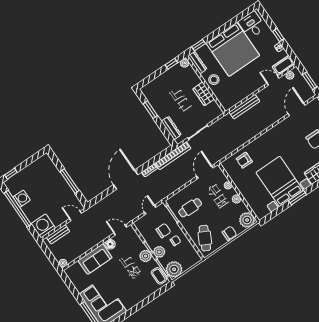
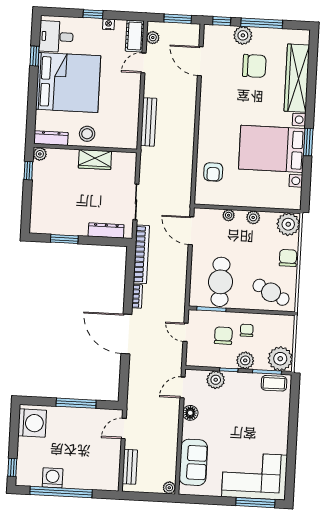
window: (198, 45) -> (35, 56), moved
cafe table: (190, 208) -> (220, 282), width x1.37, depth x1.35
washing machine: (43, 226) -> (32, 423), moved, turned 180
plant: (146, 256) -> (216, 380), moved
sofa: (95, 259) -> (193, 462), moved

